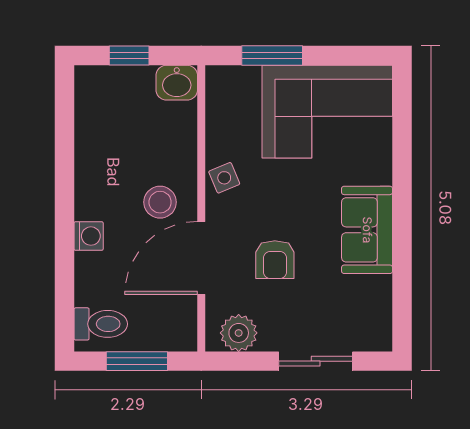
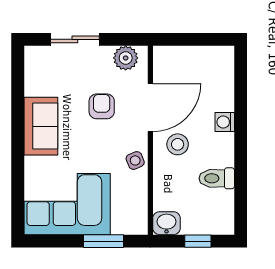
toilet: (101, 324) -> (217, 178), moved
window: (137, 361) -> (193, 39), removed

